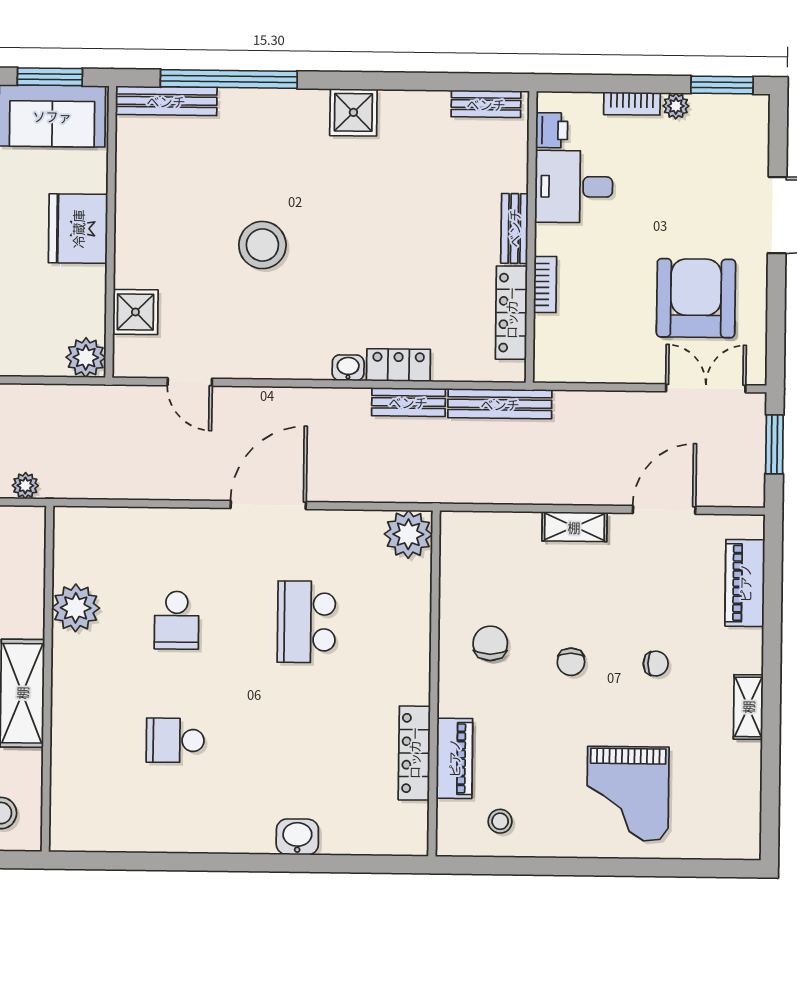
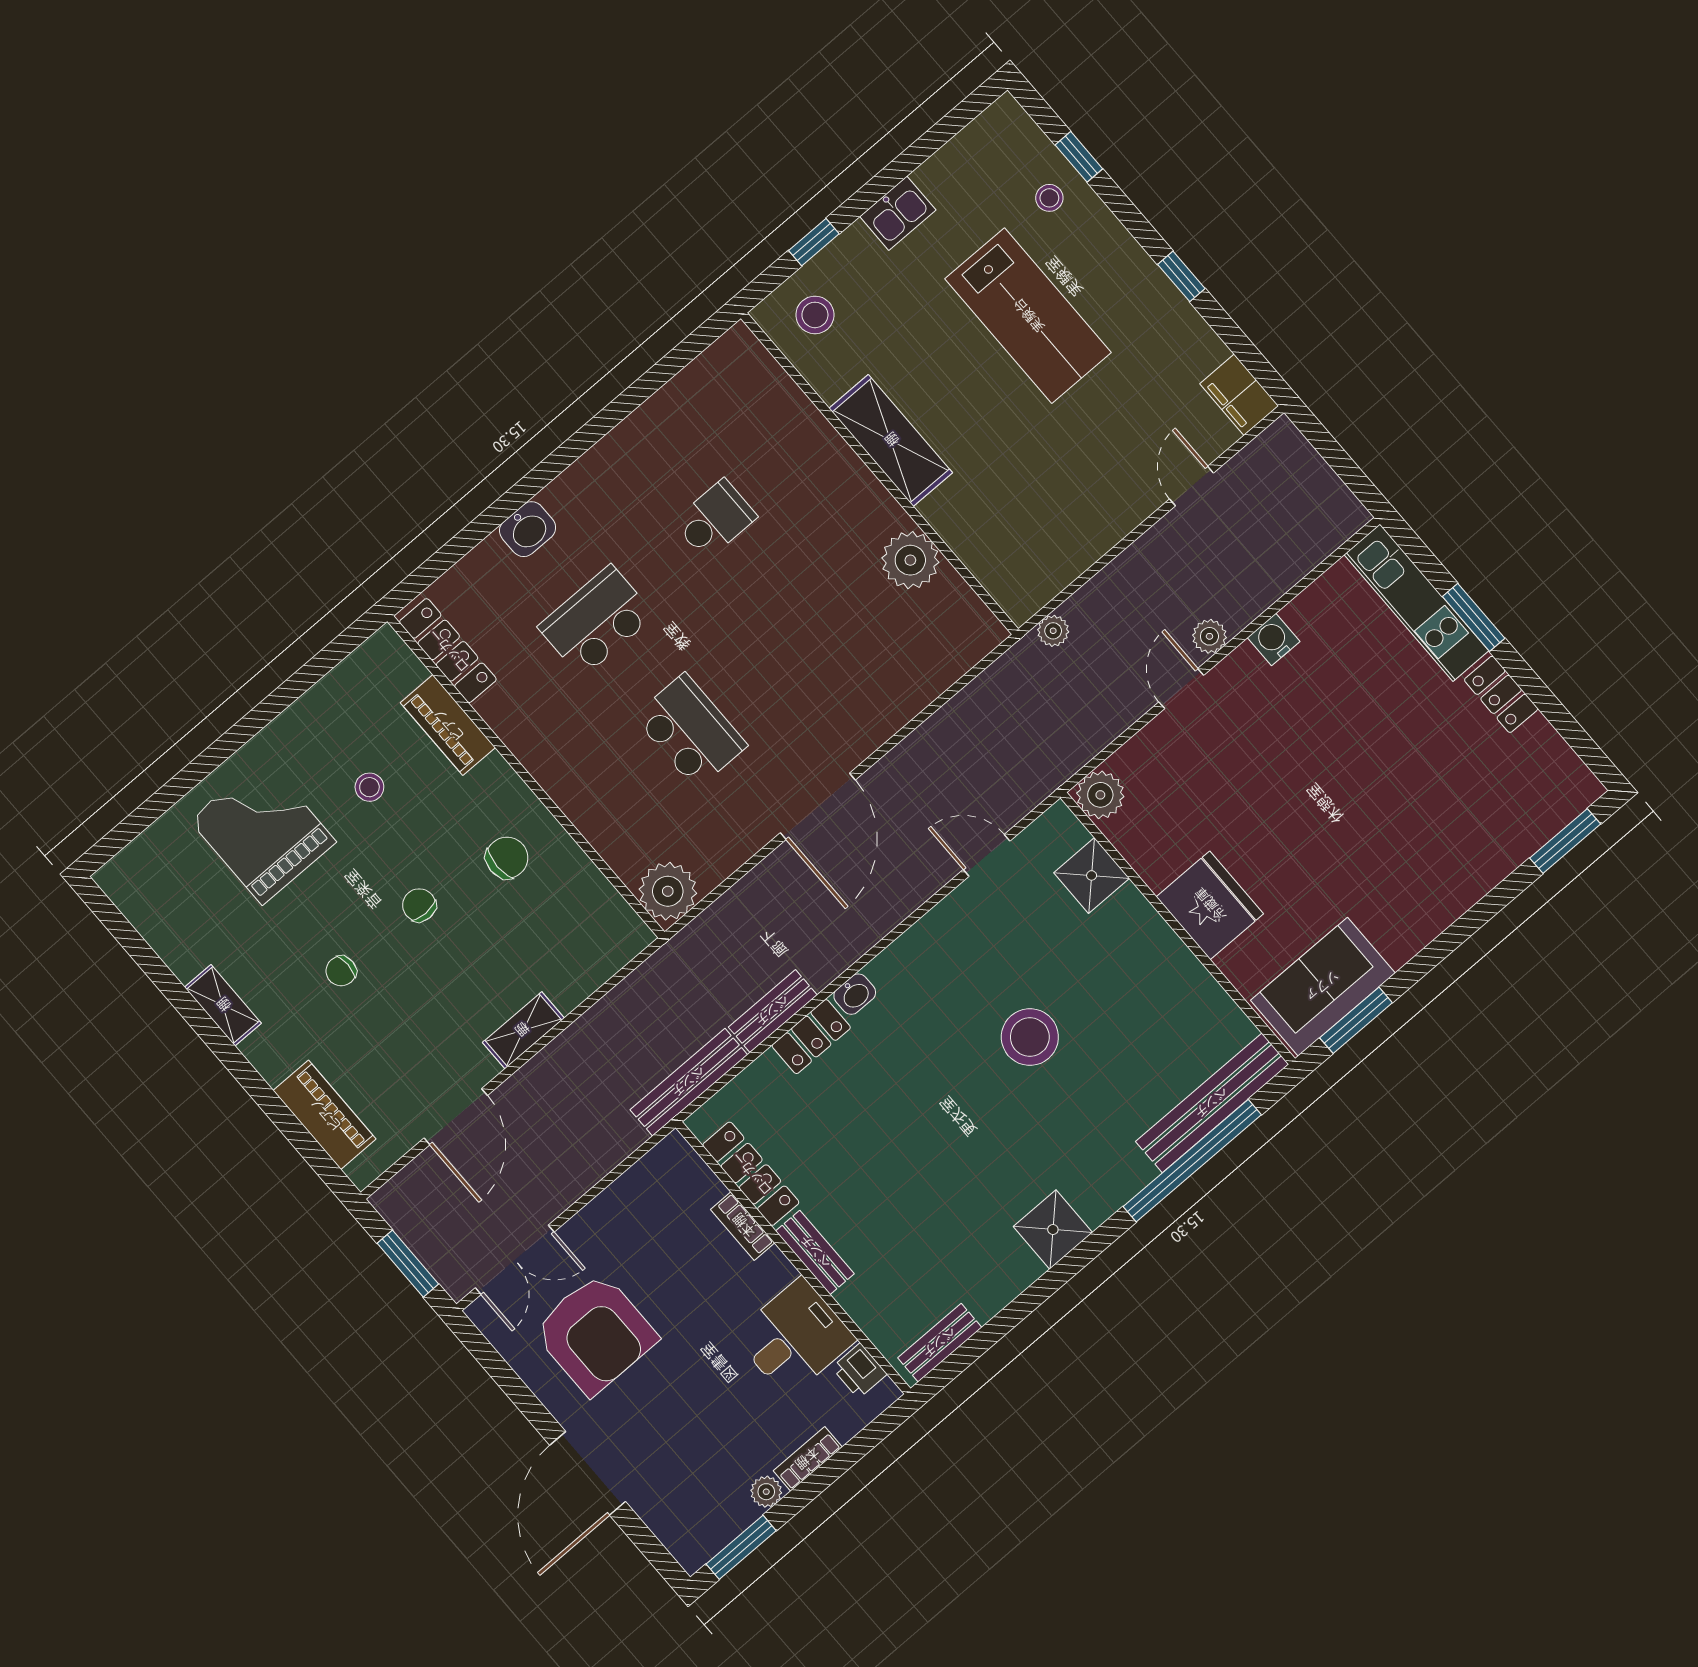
bench: (166, 101) -> (1212, 1103), width x1.37, depth x1.21
school desk: (177, 620) -> (596, 621), moved, width x1.85
chair: (490, 643) -> (507, 858), turned -90
locker: (414, 753) -> (448, 651), moved
stool: (500, 821) -> (369, 787), moved

